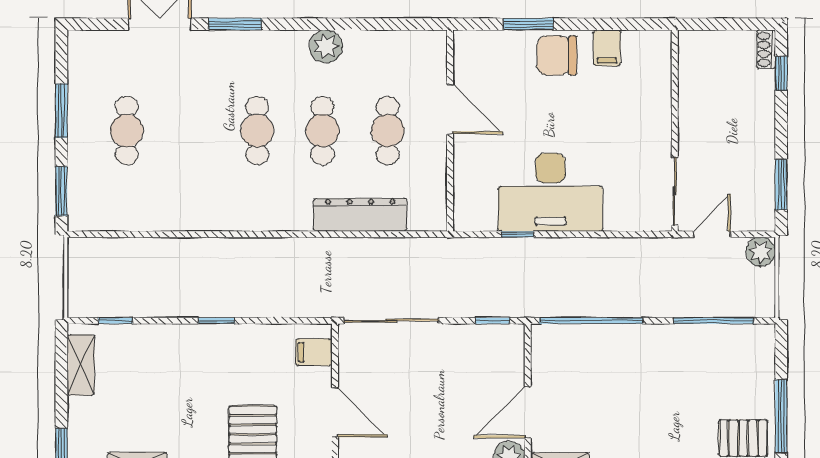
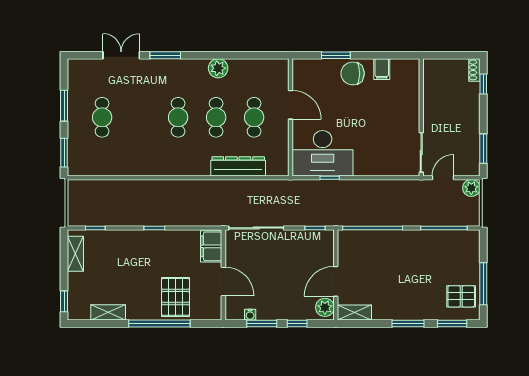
desk: (550, 192) -> (323, 153), moved
filing cabinet: (314, 352) -> (211, 246), width x2.00

